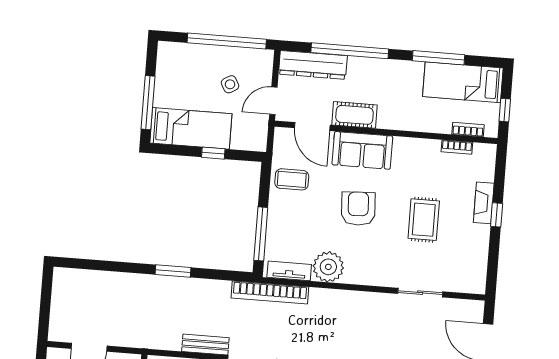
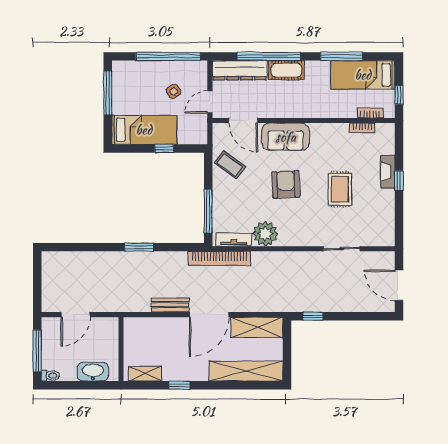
window: (148, 103) -> (108, 93), moved
cot: (354, 115) -> (286, 70), moved
coffee table: (292, 179) -> (230, 165), turned 36

